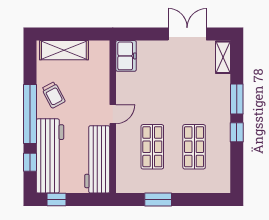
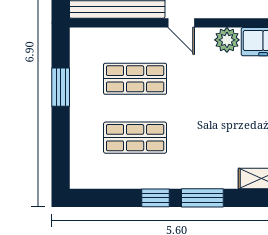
plant: (125, 82) -> (227, 40), added

